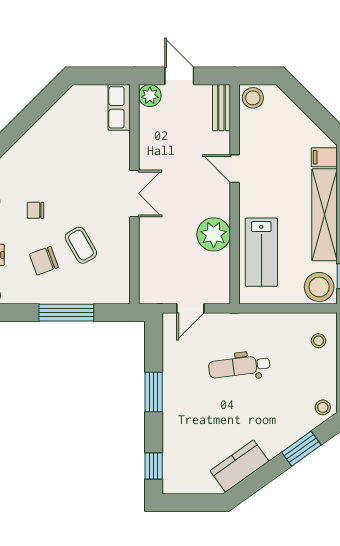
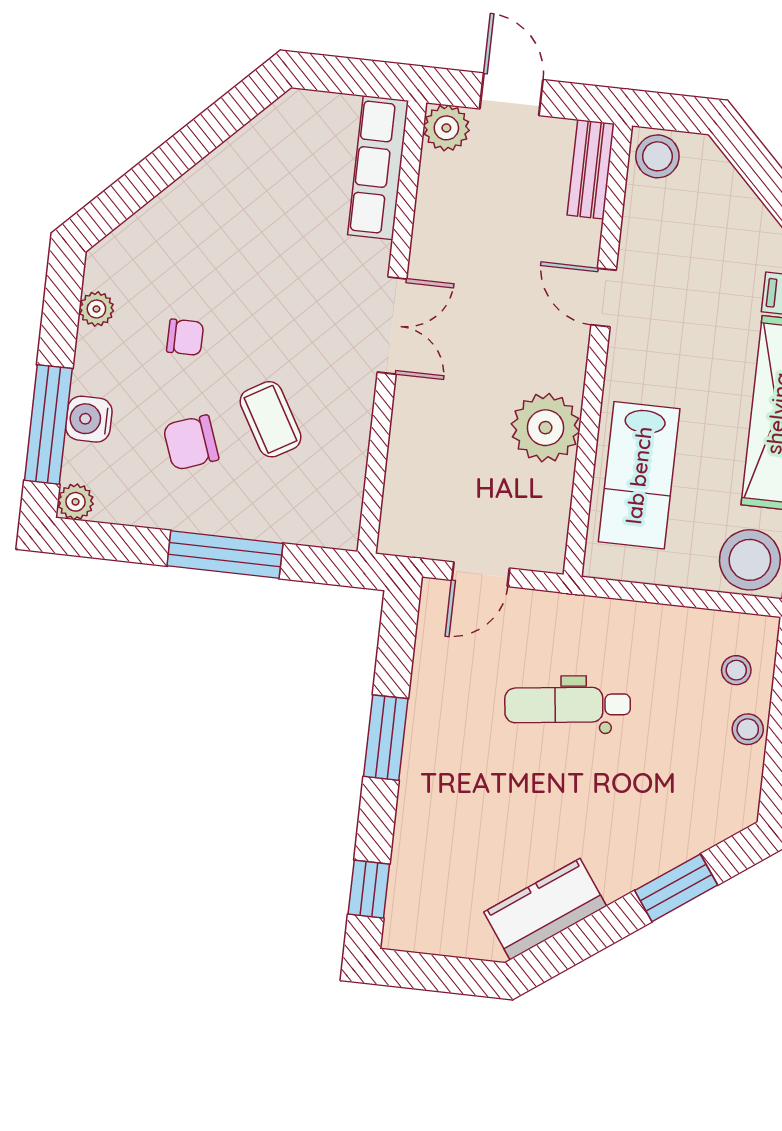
row of seats: (119, 107) -> (378, 168), width x1.48
chair: (35, 210) -> (185, 337), turned 180
stool: (323, 407) -> (748, 729), moved

